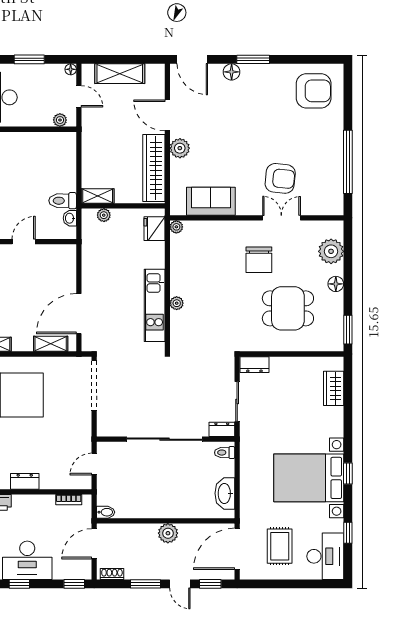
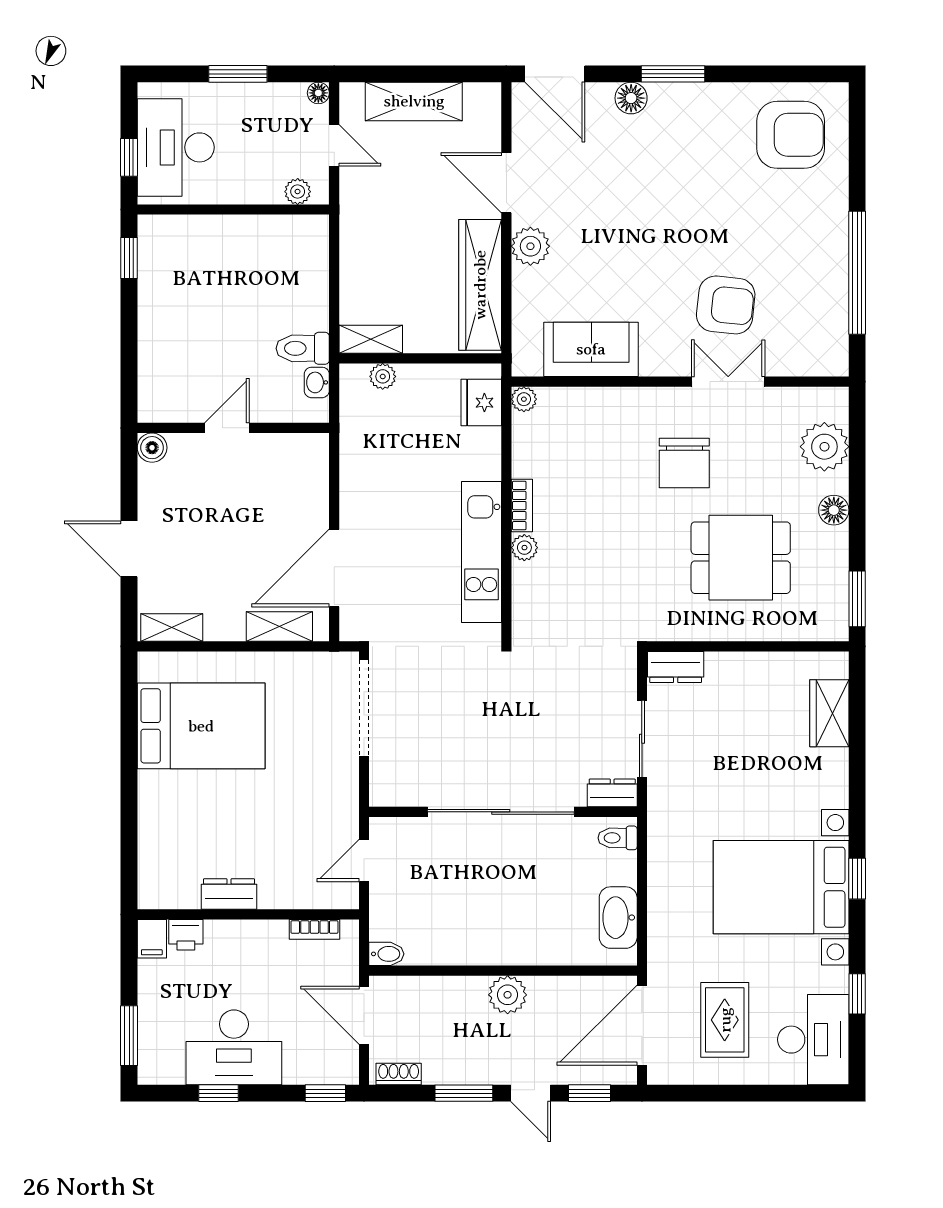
bookcase: (175, 282) -> (522, 506), added
door: (94, 544) -> (364, 1015), hinge flipped

